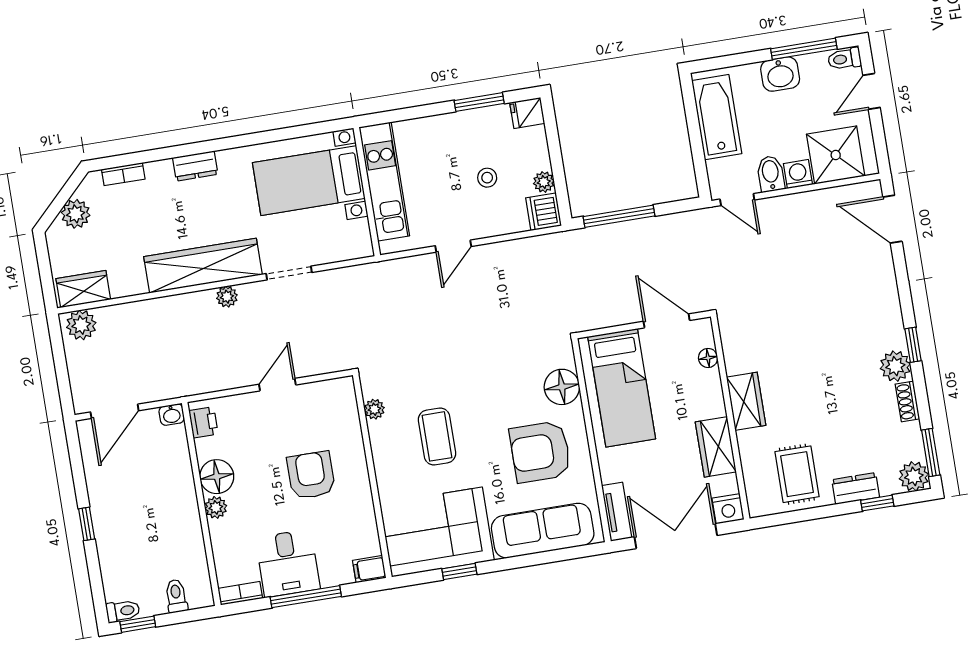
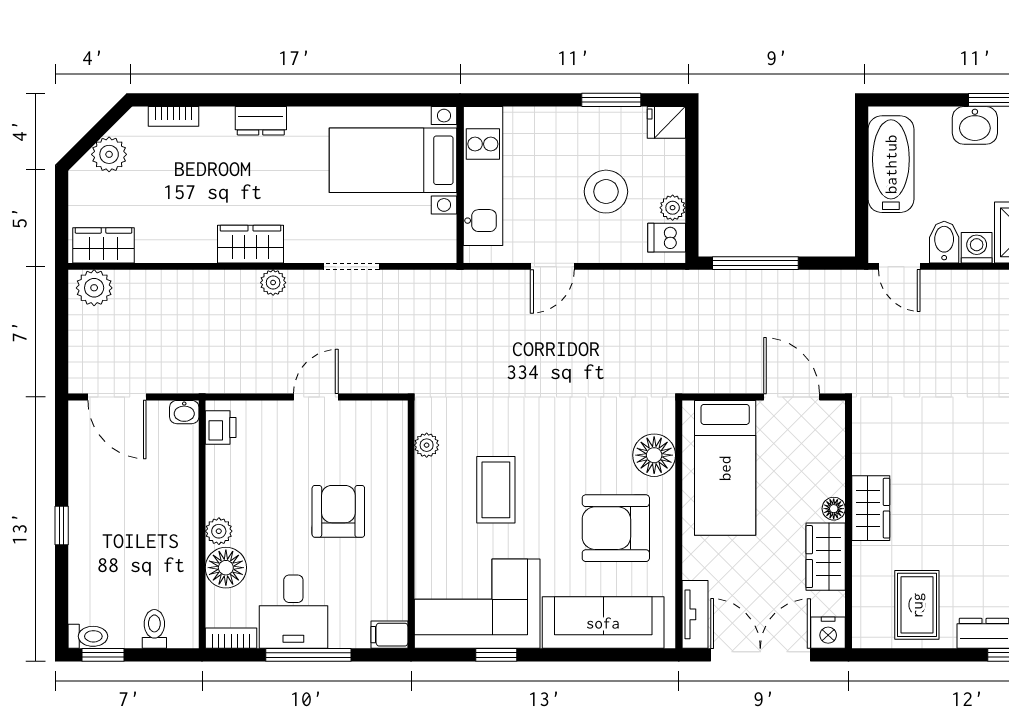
stool: (487, 178) -> (606, 192), width x1.89, depth x1.89
dishwasher: (544, 212) -> (667, 238), width x0.73
wardrobe: (203, 266) -> (251, 244), width x0.48, depth x0.85
floor lamp: (708, 358) -> (834, 509), moved
door: (115, 411) -> (117, 397), hinge flipped
floor lamp: (217, 477) -> (226, 568), moved

